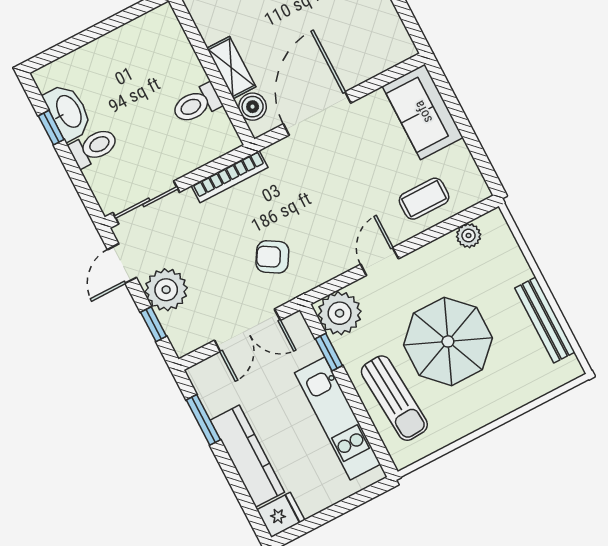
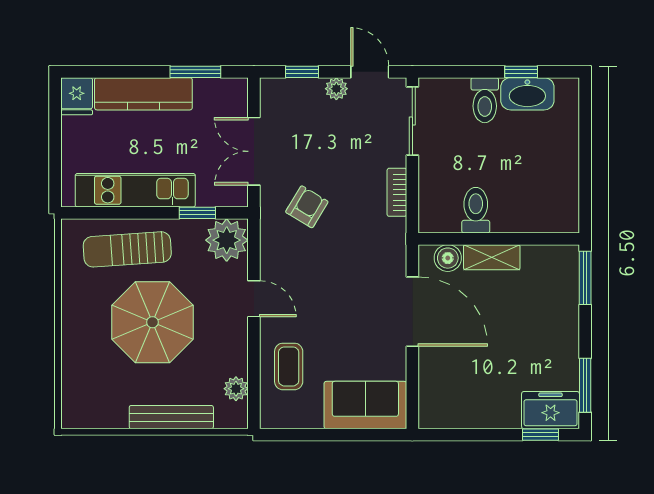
bookcase: (230, 177) -> (397, 192), width x0.64
plant: (166, 290) -> (336, 89), width x0.53, depth x0.53
bench: (545, 320) -> (171, 417), moved

